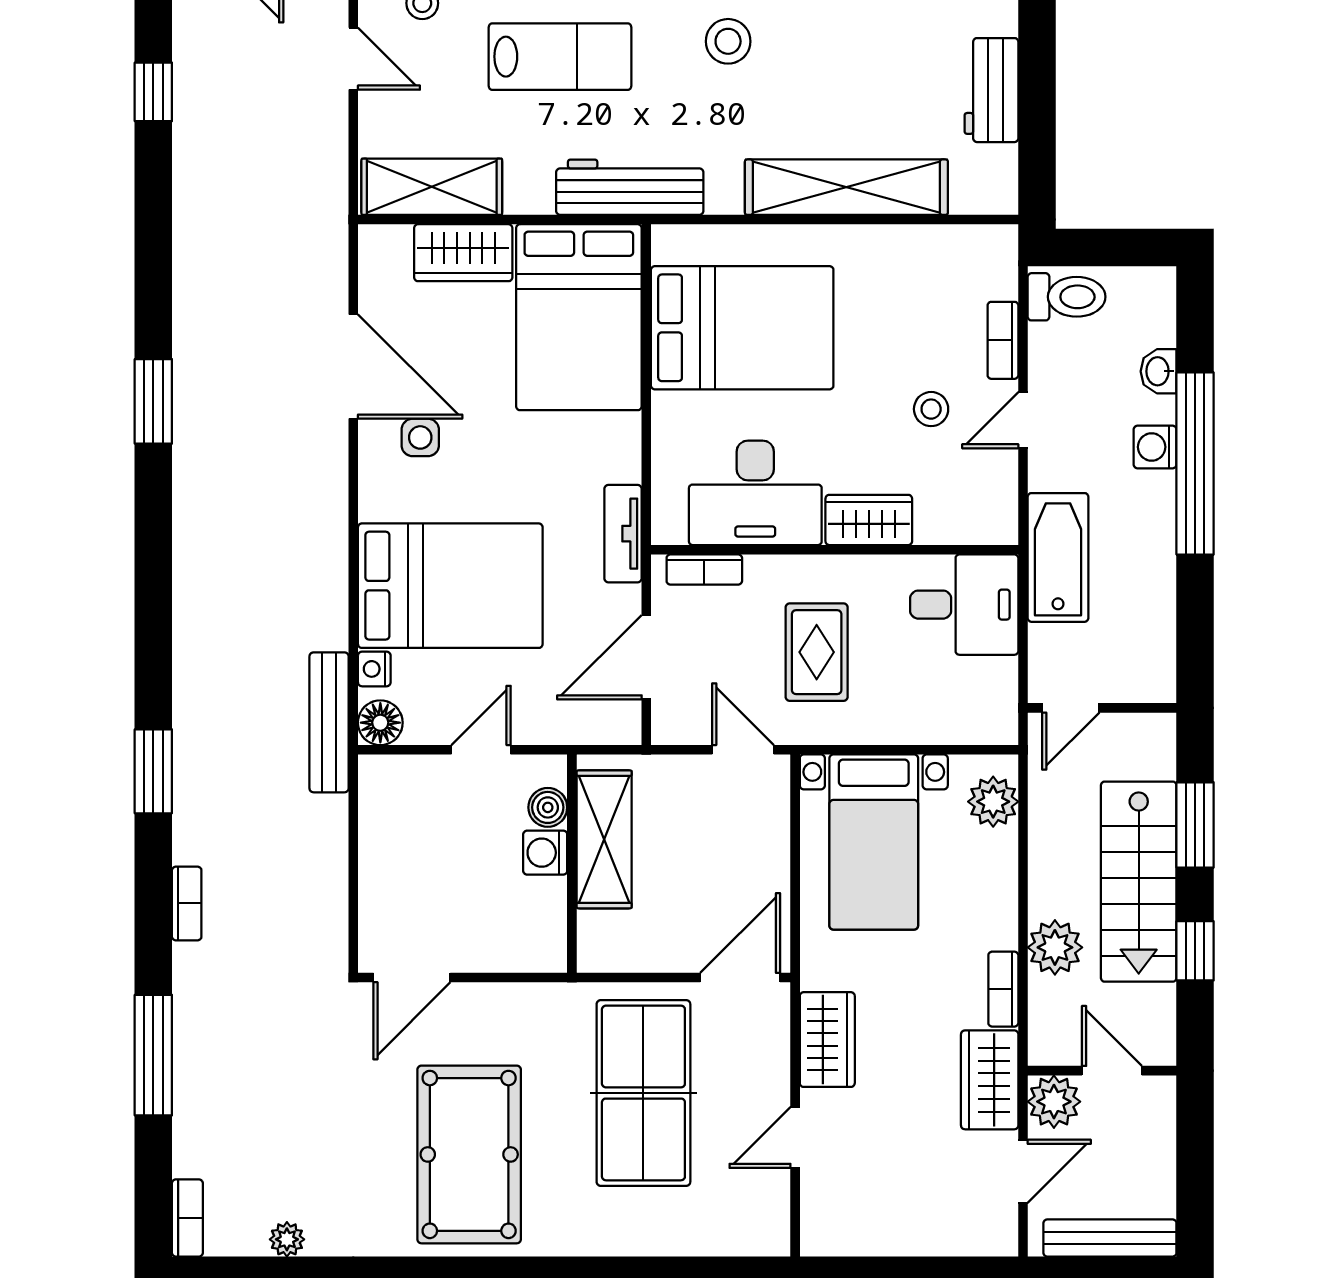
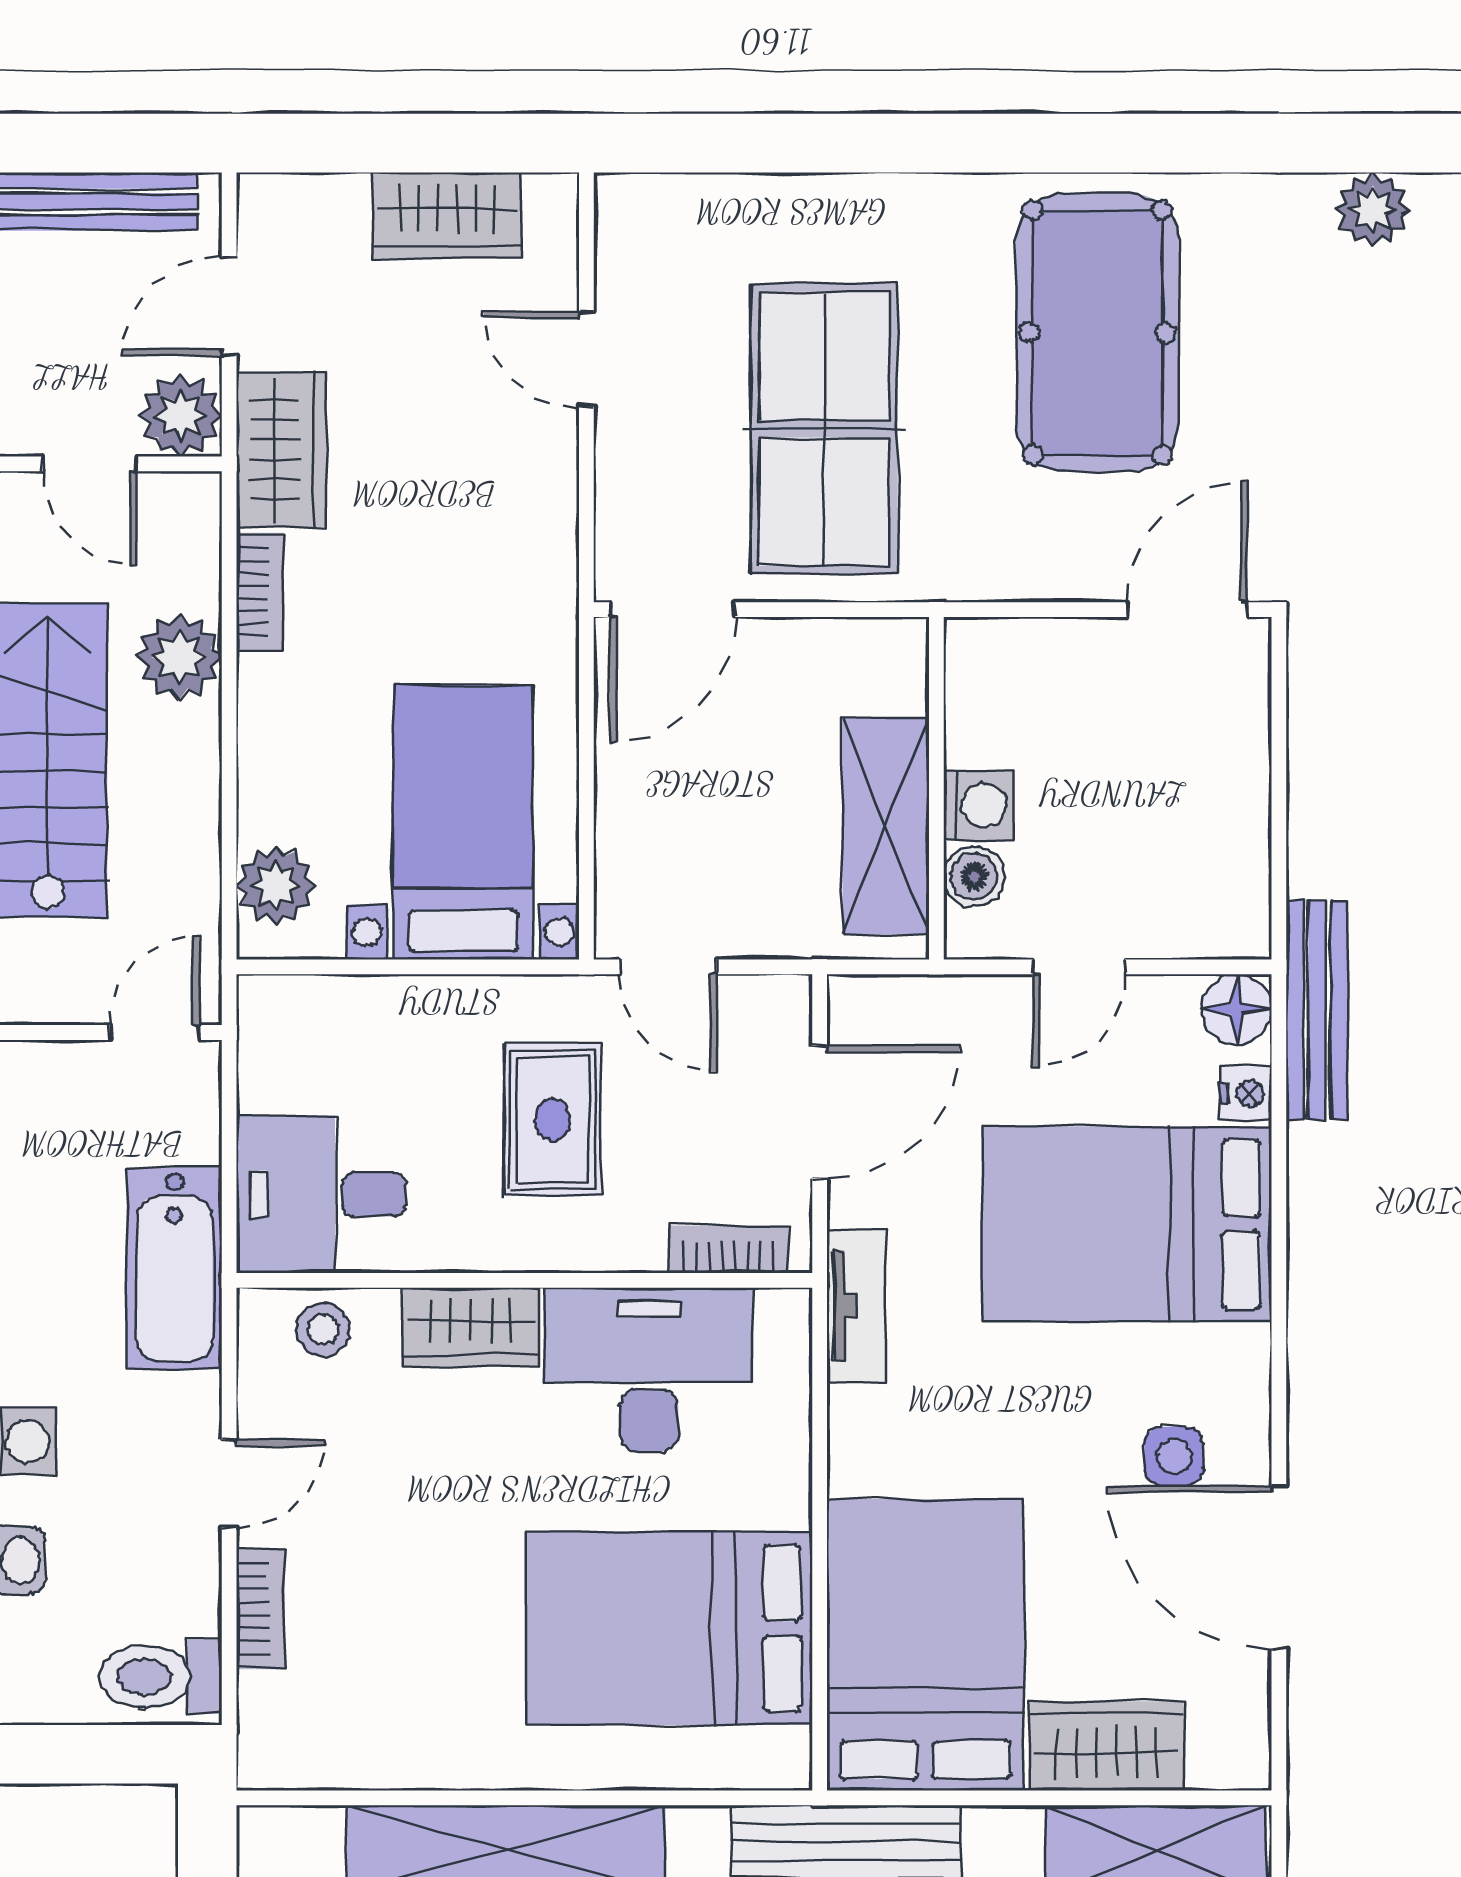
stool: (931, 409) -> (323, 1329), moved
wardrobe: (827, 1040) -> (447, 215), moved, turned -90
door: (795, 1137) -> (586, 359), swing flipped
plant: (287, 1239) -> (1373, 210), width x1.38, depth x1.38

